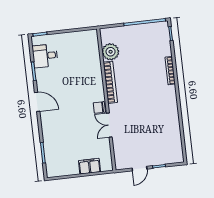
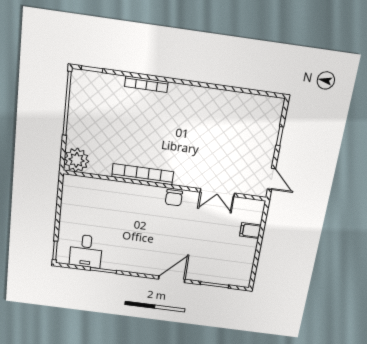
plant: (111, 52) -> (77, 160), moved
door: (37, 102) -> (172, 279), moved
double door: (109, 125) -> (217, 193), moved
filing cabinet: (90, 166) -> (250, 231), width x0.50
door: (140, 169) -> (272, 179), moved

